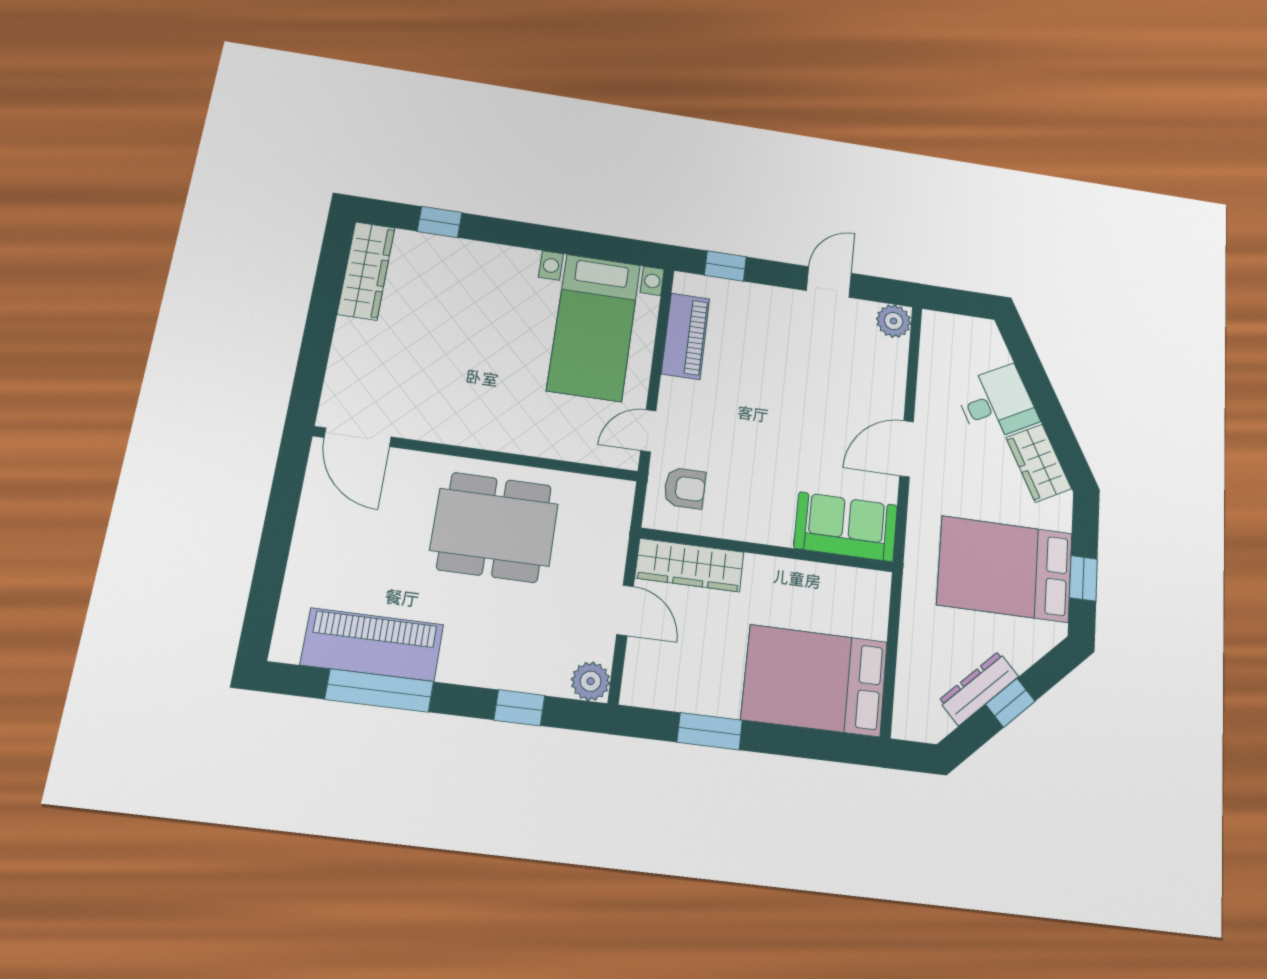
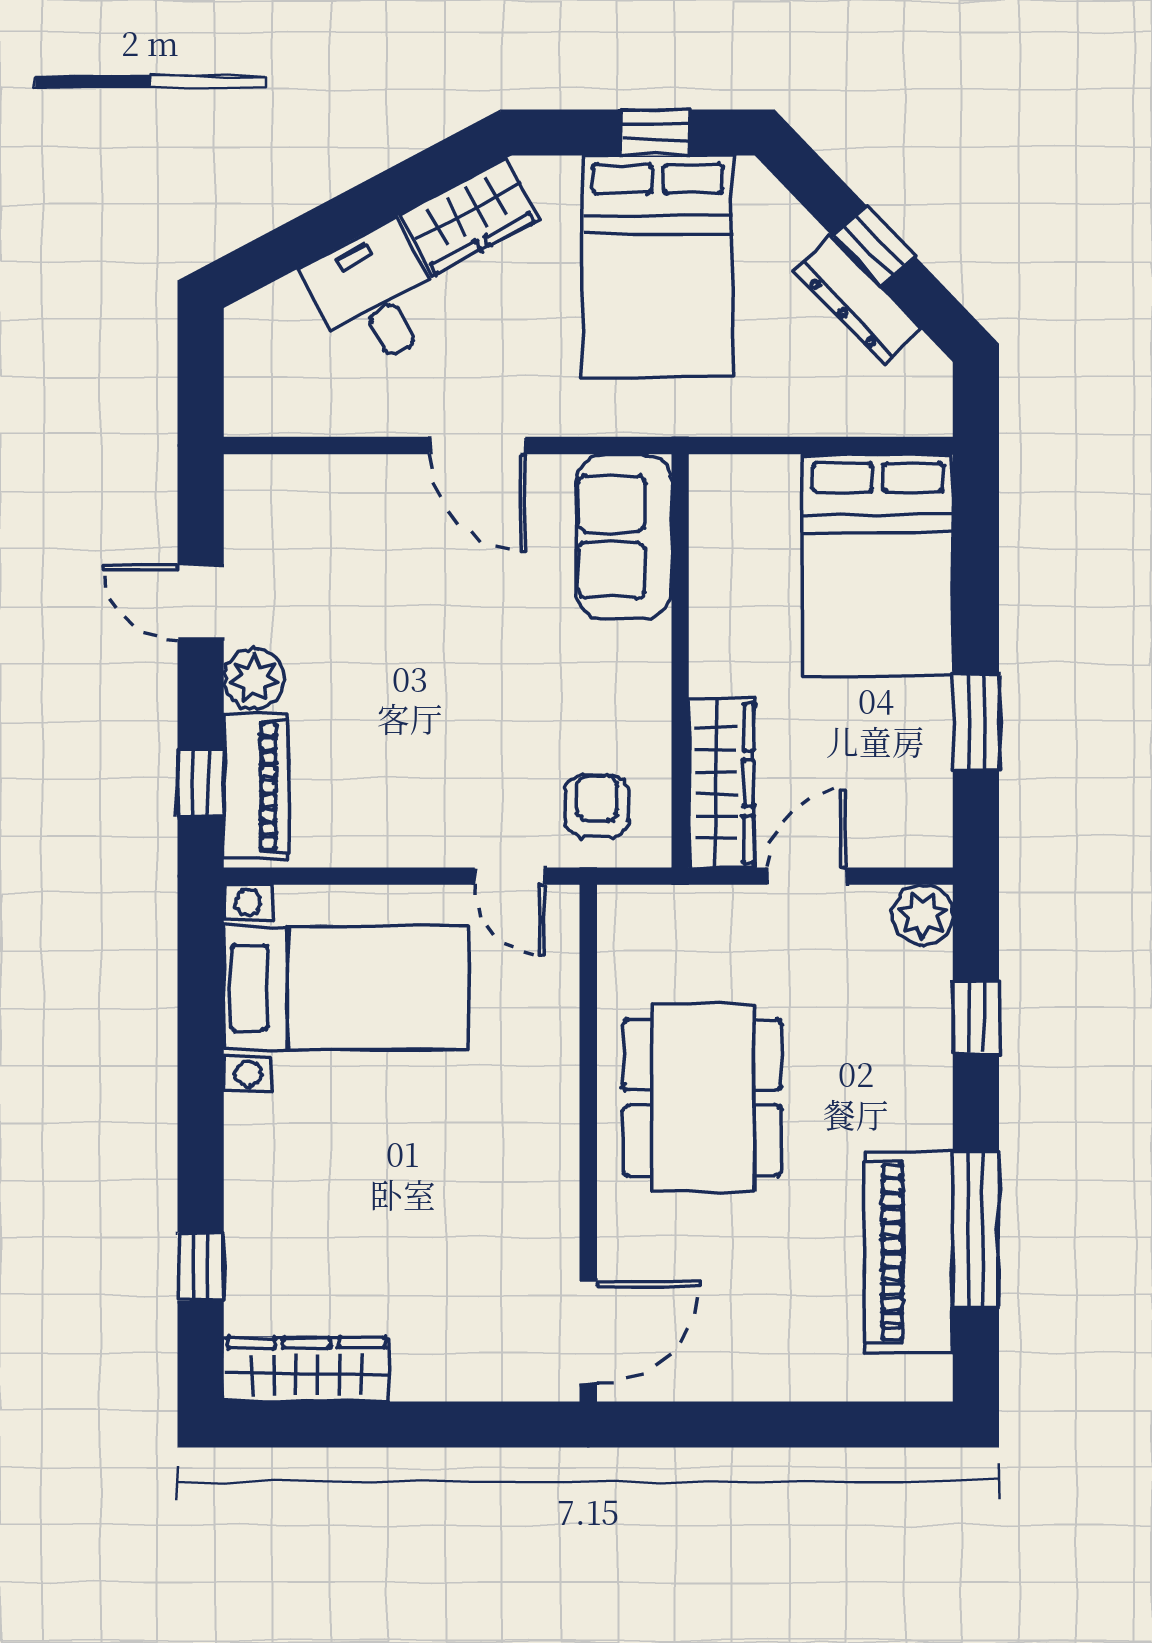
plant: (894, 321) -> (254, 679), moved
piano: (685, 336) -> (256, 786), moved, turned 90

